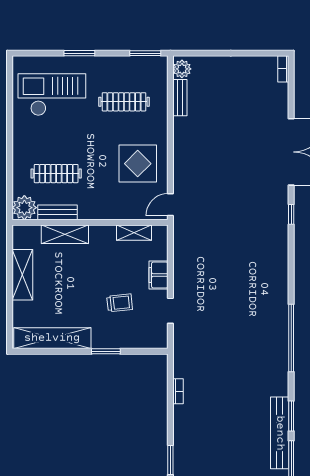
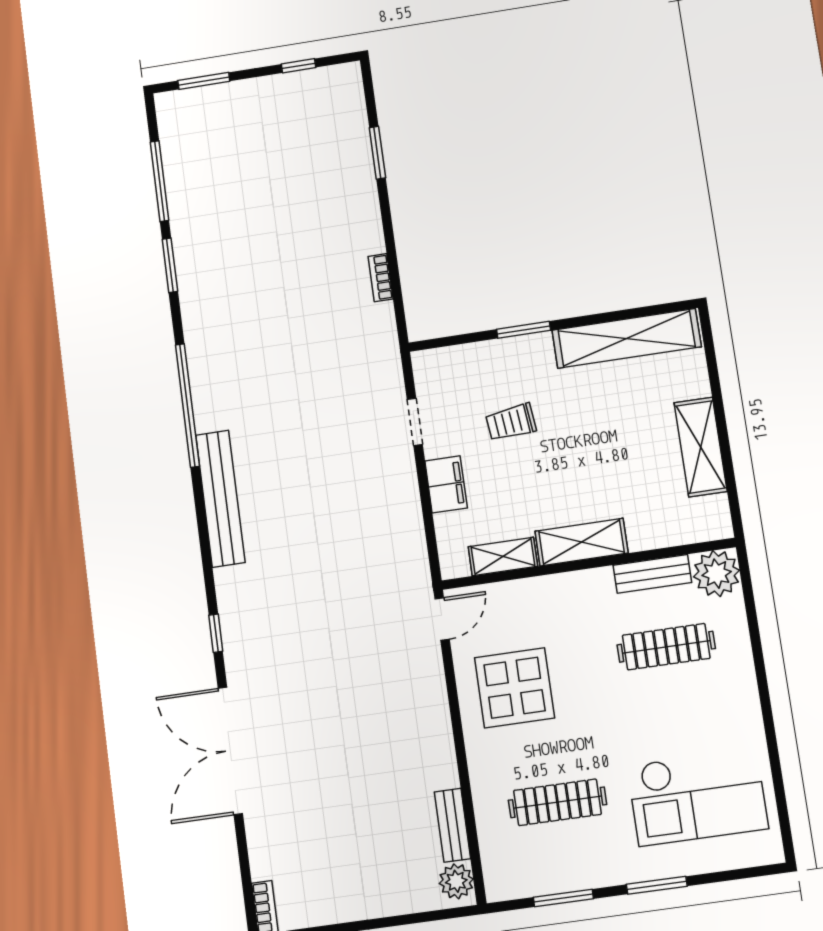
window: (145, 53) -> (563, 898), moved
shelving: (65, 234) -> (582, 542), moved
bench: (280, 433) -> (220, 499), moved

